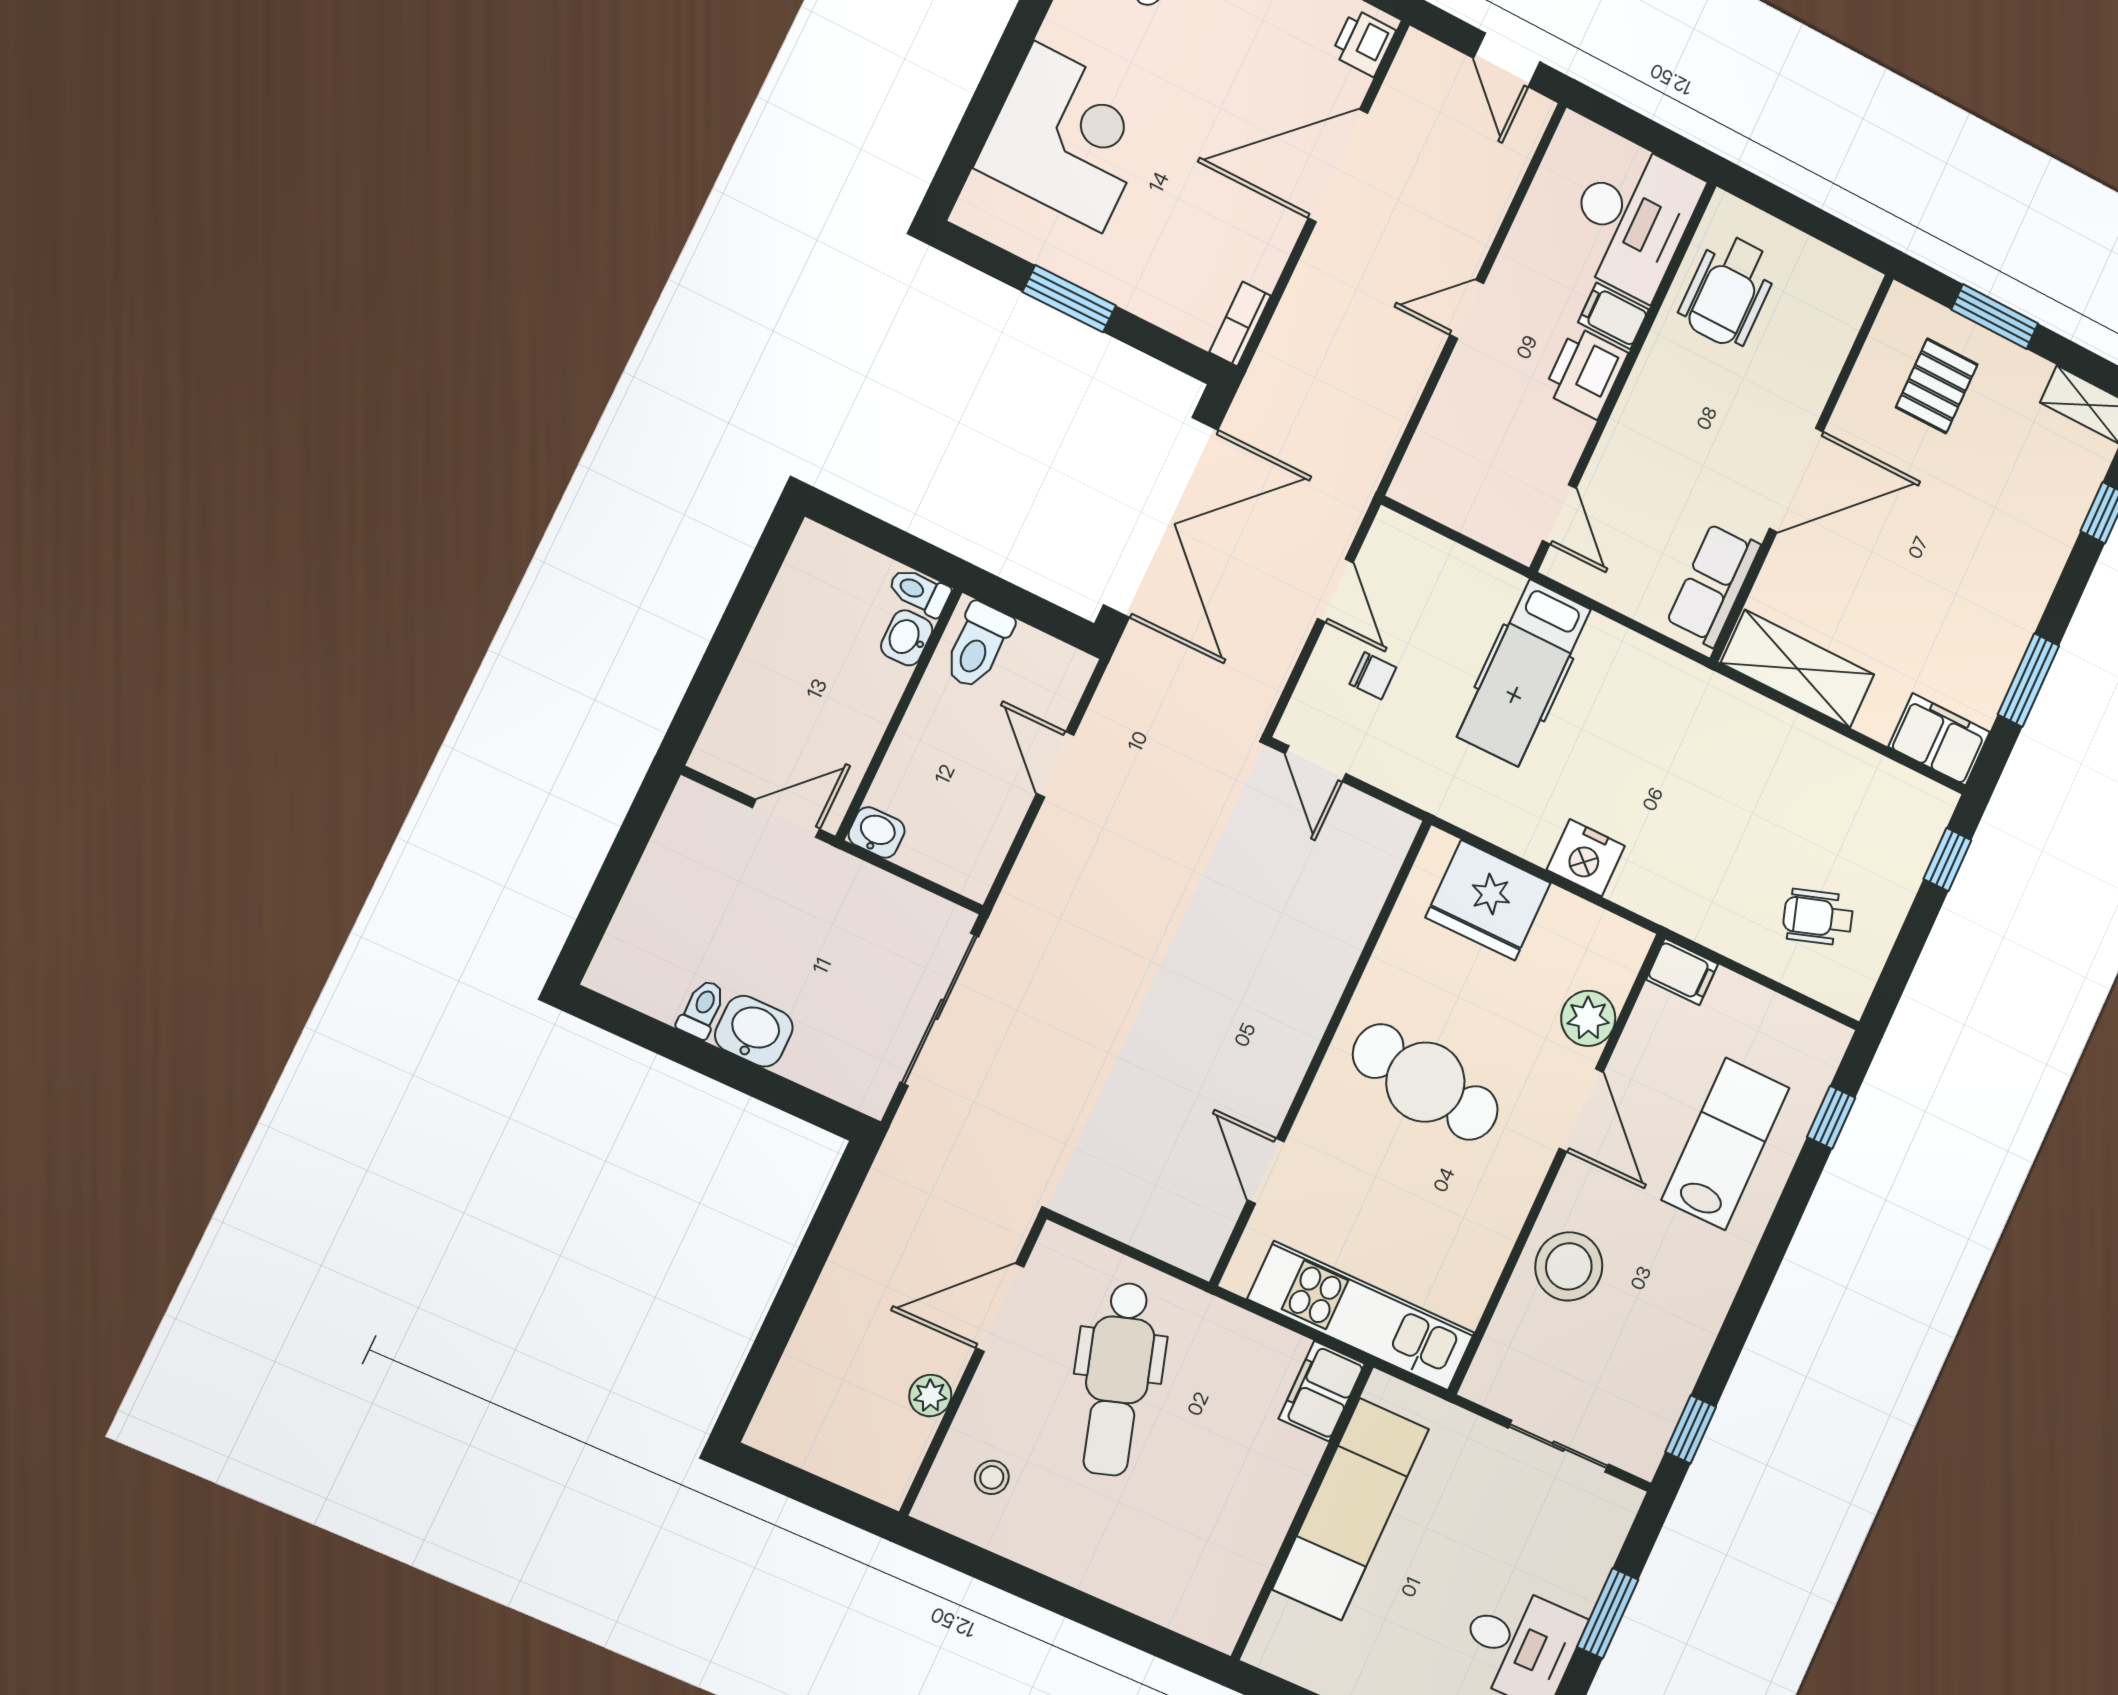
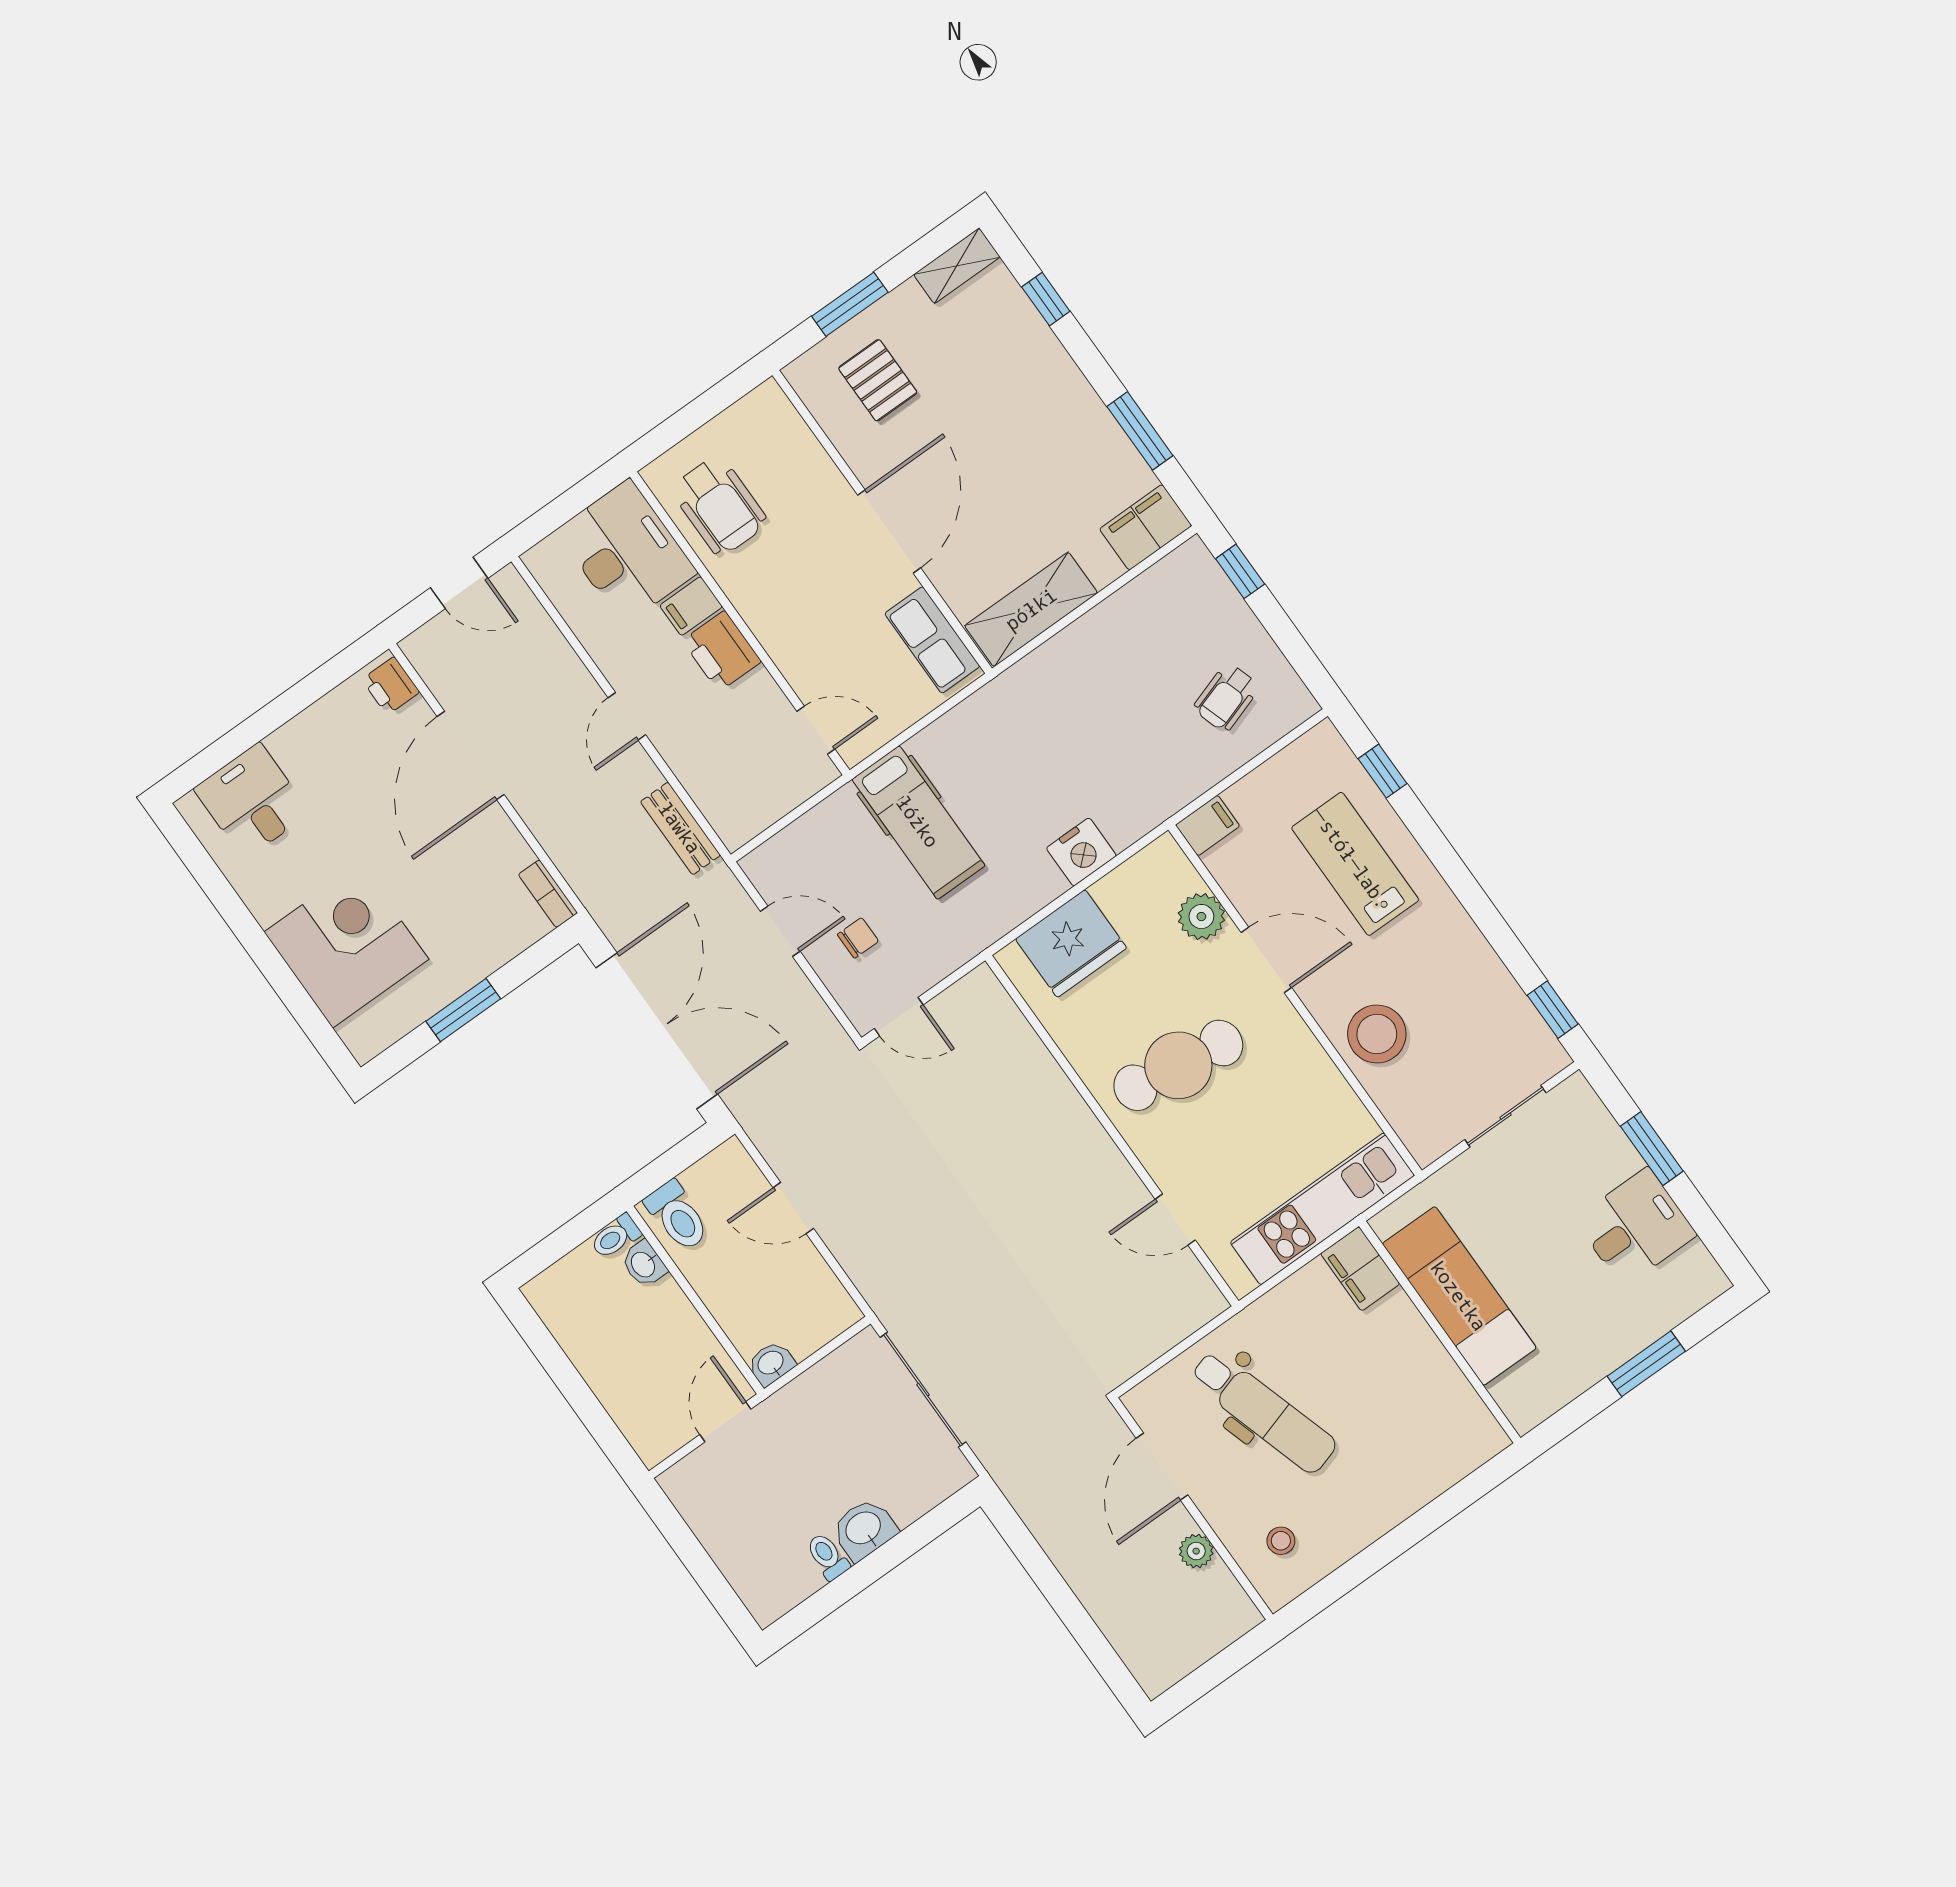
bench: (1383, 428) -> (680, 828), added

